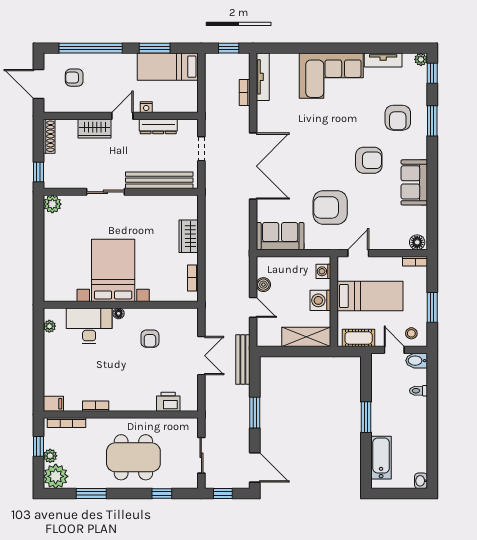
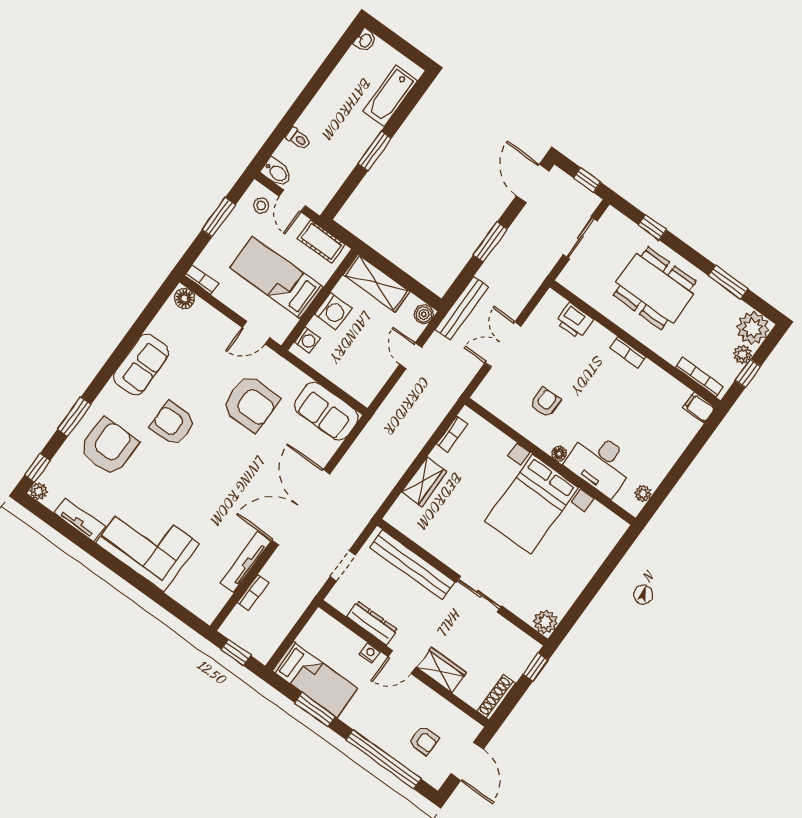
tv unit: (263, 77) -> (246, 562), moved
armchair: (398, 118) -> (109, 447), width x1.36, depth x1.36
boiler: (263, 285) -> (424, 314), moved
bookcase: (96, 406) -> (628, 352), moved

